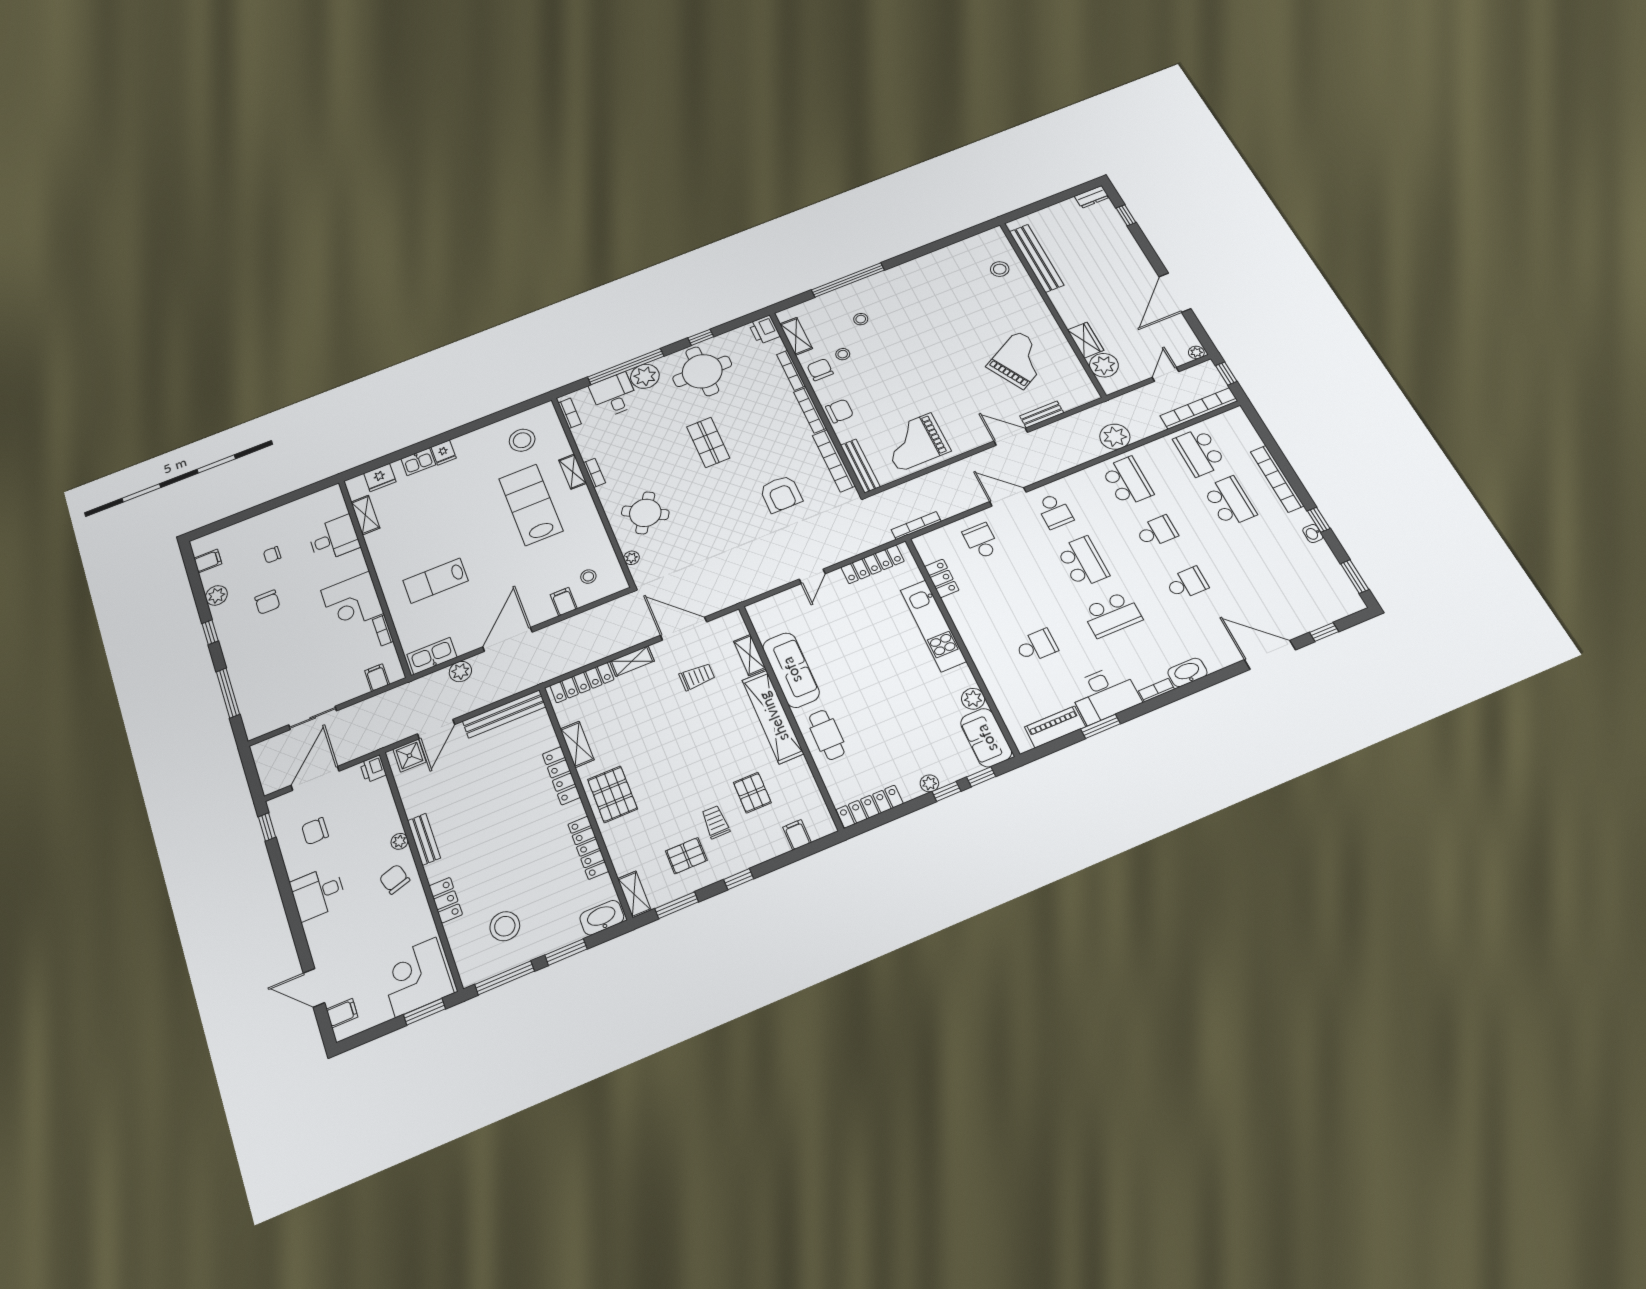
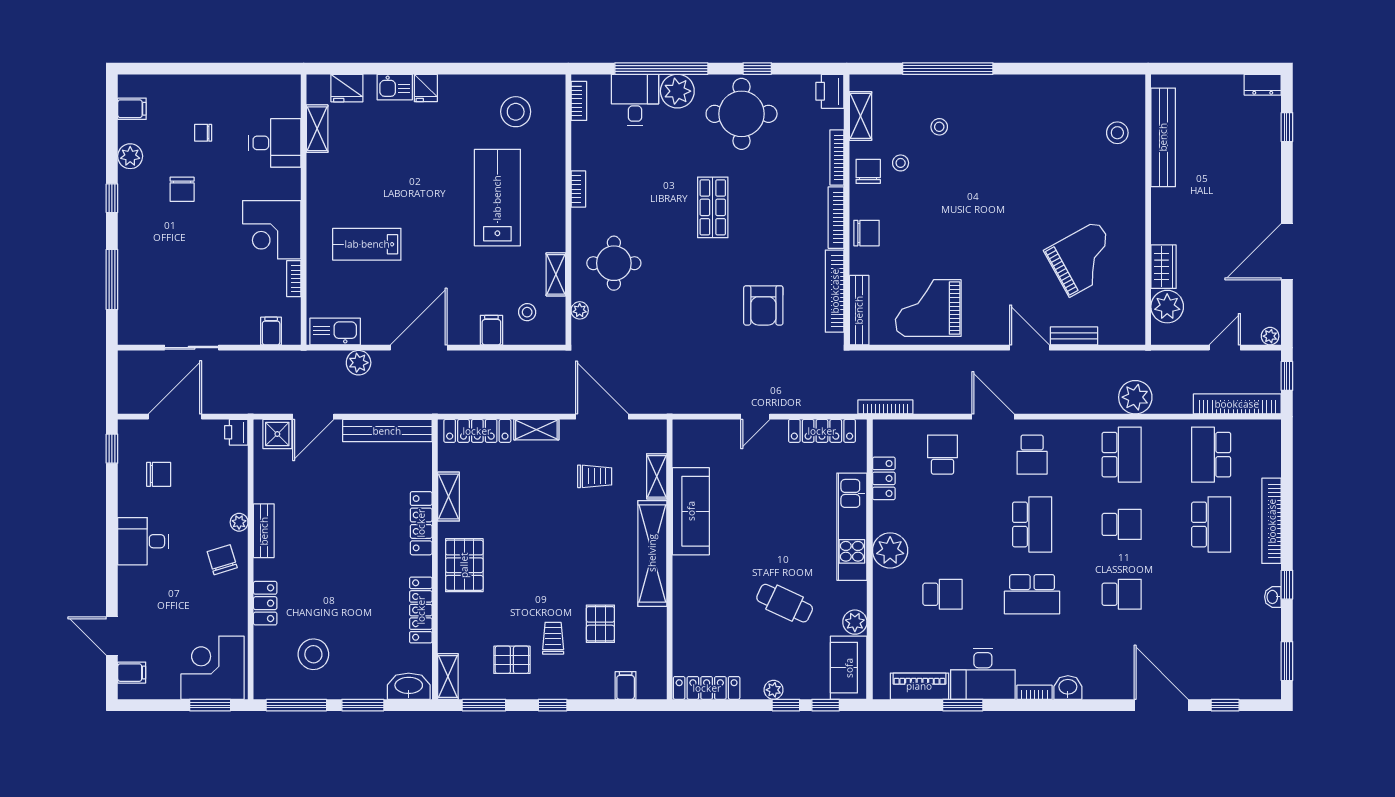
shelving: (573, 472) -> (556, 274), moved
round table: (645, 513) -> (614, 263), turned -31
plant: (975, 631) -> (890, 550), added
washbasin: (1187, 672) -> (1068, 687), width x0.72
cafe table: (827, 735) -> (785, 603), moved, turned -65
chair: (315, 831) -> (159, 474), turned 180

